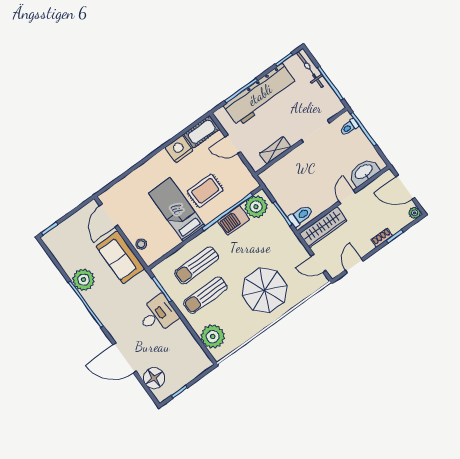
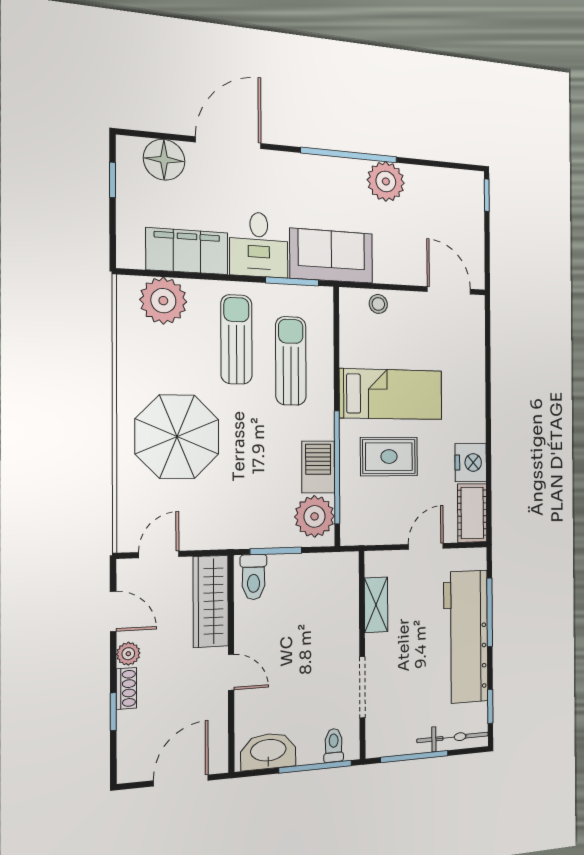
washbasin: (364, 172) -> (268, 751), moved, turned -90
rug: (205, 191) -> (389, 457), turned 90
plant: (415, 213) -> (128, 654), moved
sofa: (120, 257) -> (331, 256), moved
filing cabinet: (184, 342) -> (187, 251), added

